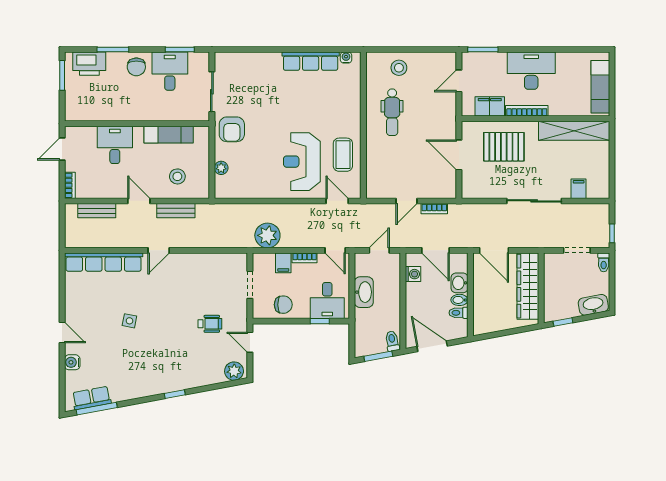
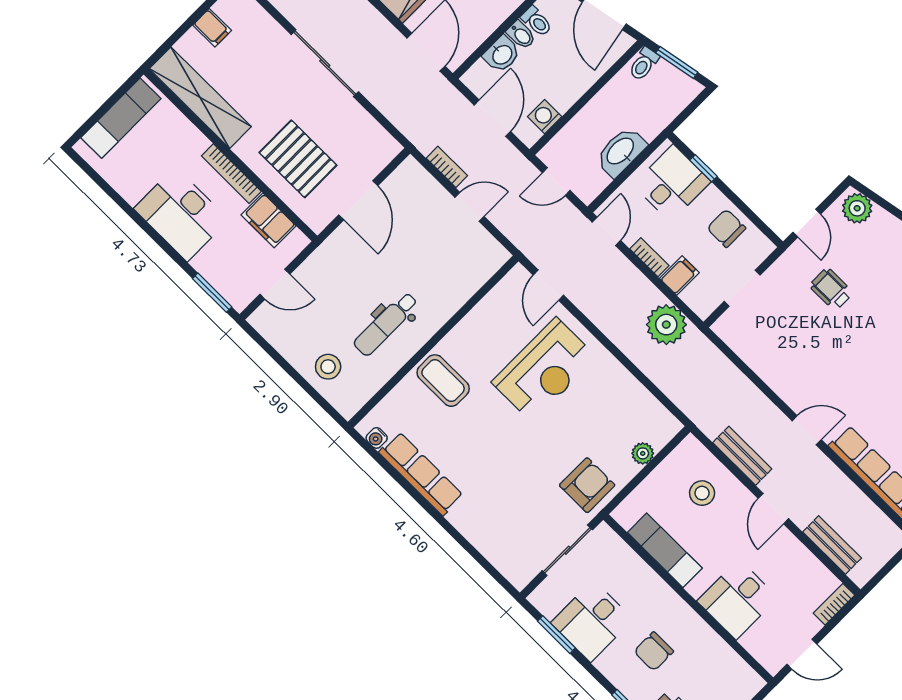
chair: (136, 67) -> (654, 651), moved, turned 180
dental chair: (392, 112) -> (386, 324), turned 180
coffee table: (343, 155) -> (443, 381), moved, turned 90
filing cabinet: (579, 189) -> (212, 28), moved, turned -90

